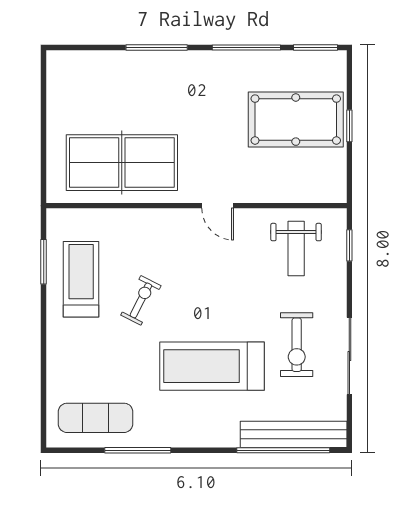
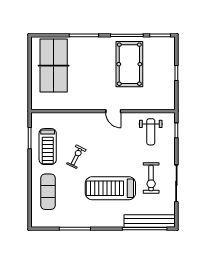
pool table: (296, 120) -> (129, 64), moved, turned 90
table tennis table: (122, 163) -> (54, 66), moved, turned 90
treadmill: (81, 279) -> (48, 147), turned 180
exercise mat: (96, 418) -> (48, 192), moved, turned 90

